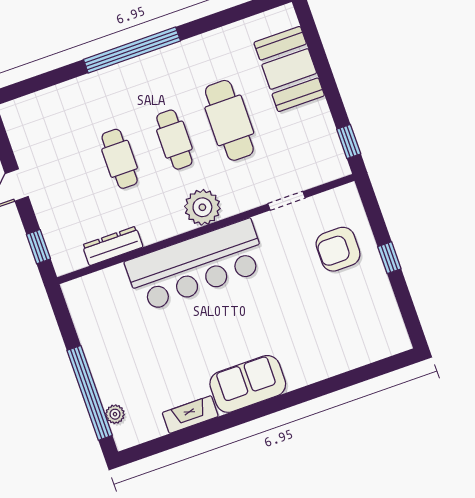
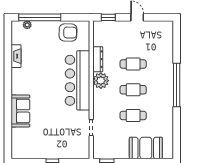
cafe table: (229, 120) -> (133, 115), width x0.73, depth x0.74
plant: (202, 207) -> (101, 81), moved
dresser: (113, 246) -> (98, 59), moved
armchair: (338, 249) -> (68, 32), moved, turned 91
sofa: (248, 384) -> (20, 111), moved

